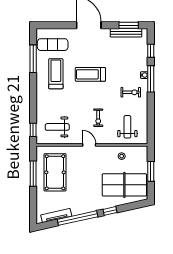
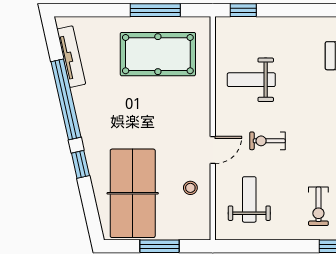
weight bench: (57, 127) -> (251, 80), moved, turned -90
weight bench: (127, 127) -> (249, 199), turned -90
door: (89, 145) -> (213, 150), moved

